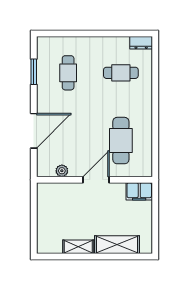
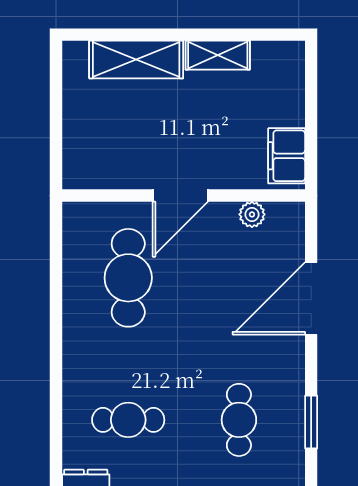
filing cabinet: (139, 191) -> (287, 156), moved, turned -90

